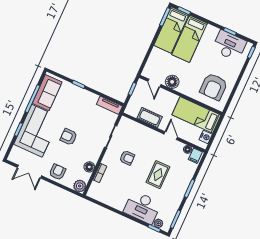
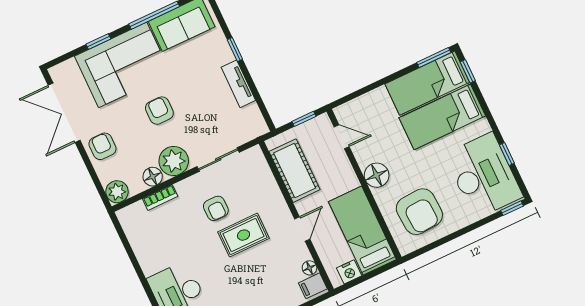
desk: (229, 46) -> (484, 175), width x1.36, depth x1.30
floor lamp: (172, 82) -> (377, 175), moved
door: (154, 83) -> (342, 137), swing flipped
armchair: (214, 87) -> (419, 212), turned -93
tv unit: (109, 105) -> (238, 84), moved
cot: (150, 118) -> (295, 171), width x1.37, depth x1.34
plant: (93, 153) -> (174, 161), added
double door: (29, 172) -> (64, 113), width x1.37
armchair: (57, 172) -> (103, 146), turned -90
rug: (158, 175) -> (243, 235), moved

